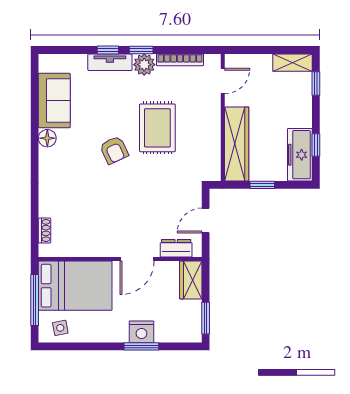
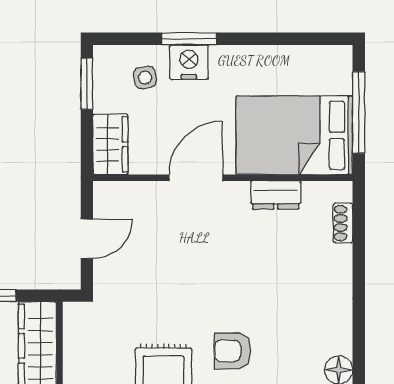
armchair: (114, 150) -> (233, 351), turned -65
dresser: (176, 248) -> (276, 195), moved
side table: (60, 328) -> (145, 78), moved

